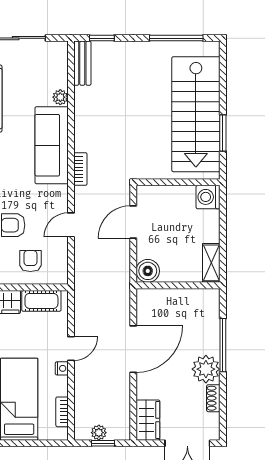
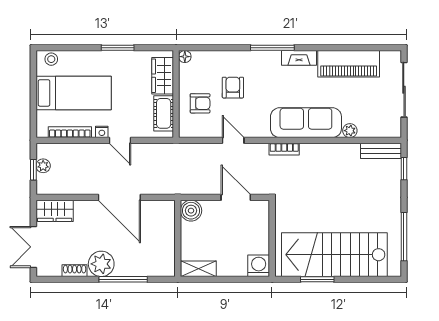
bookcase: (62, 412) -> (70, 132), width x1.56

